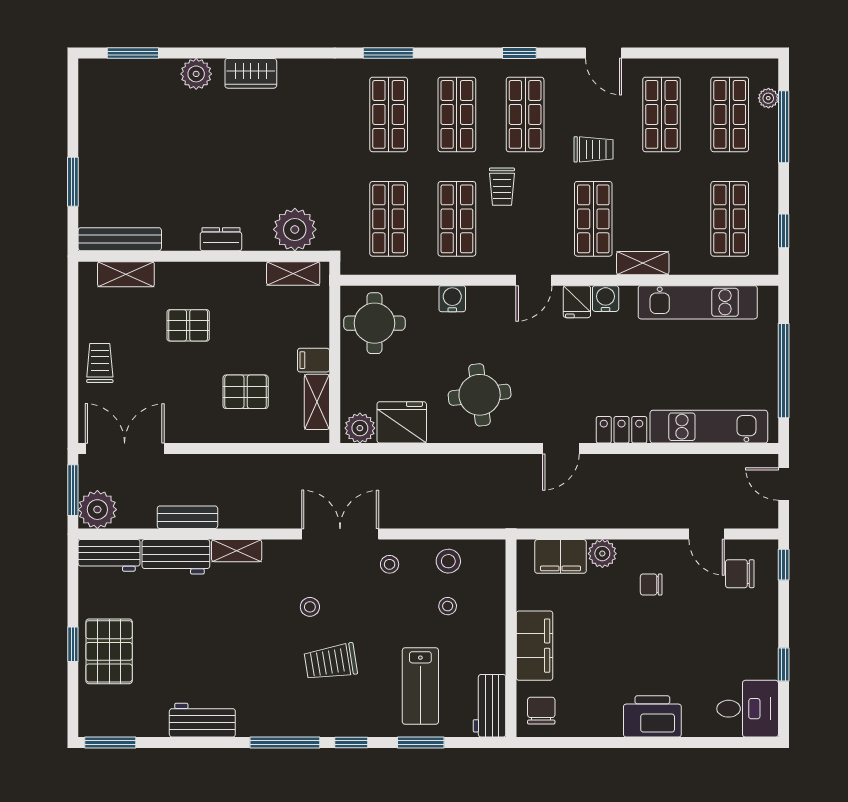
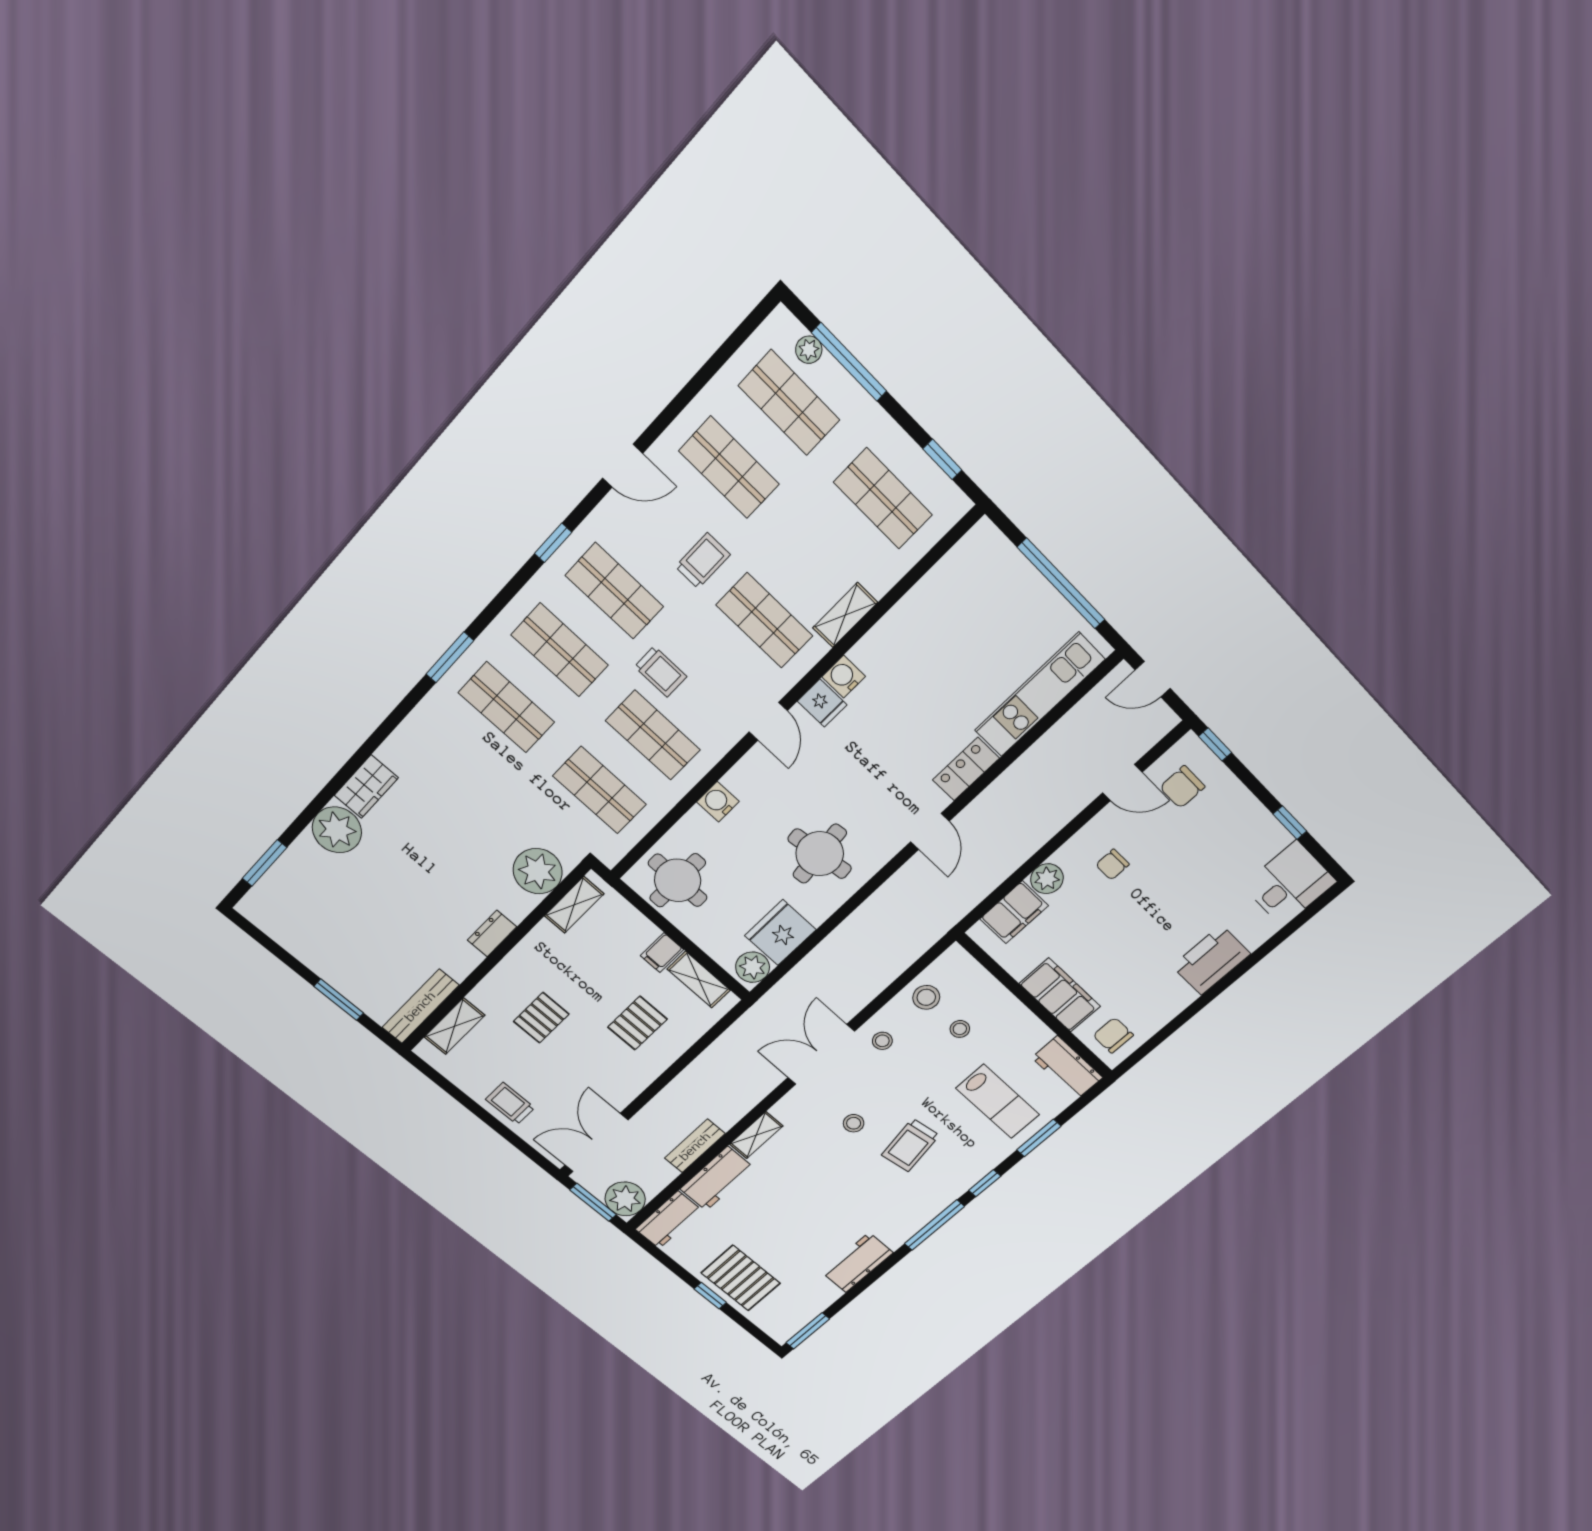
plant: (196, 74) -> (337, 830), width x1.36, depth x1.36
kitchen unit: (698, 302) -> (927, 600), removed

